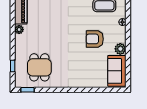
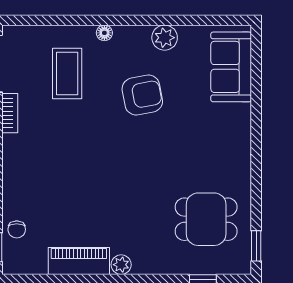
armchair: (95, 39) -> (142, 95), turned -101
sofa: (117, 71) -> (231, 67), moved, turned 90

